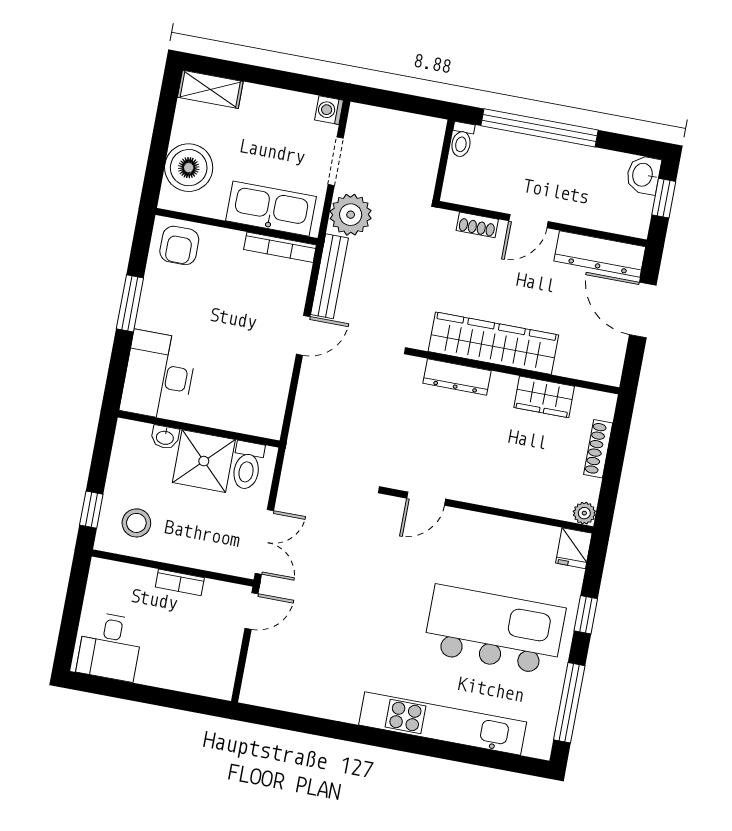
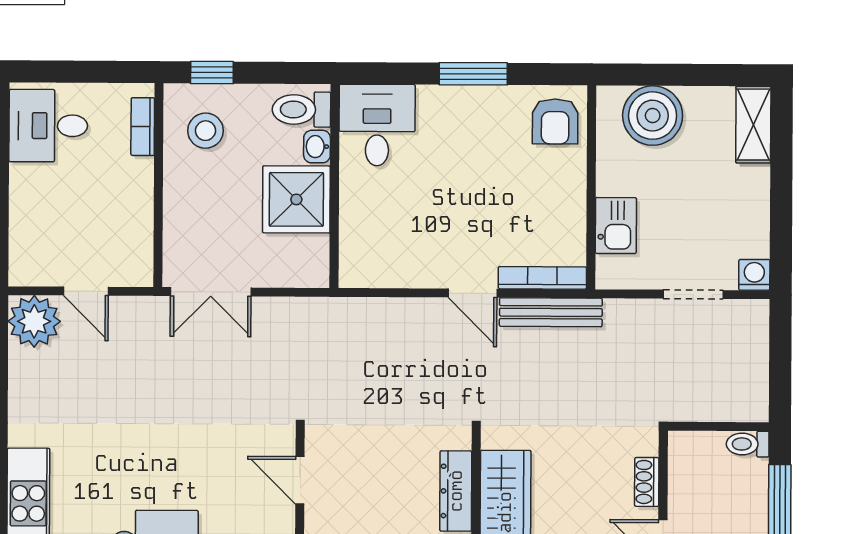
kitchen sink: (271, 209) -> (616, 226), width x0.53, depth x0.81
plant: (351, 215) -> (34, 321), moved
armchair: (179, 245) -> (555, 121), turned -90
bookcase: (280, 247) -> (542, 278), moved, turned 90
desk: (159, 376) -> (377, 125), width x0.73
toilet: (247, 465) -> (301, 110), moved
bookcase: (180, 582) -> (143, 127), moved
door: (252, 611) -> (86, 291), moved

